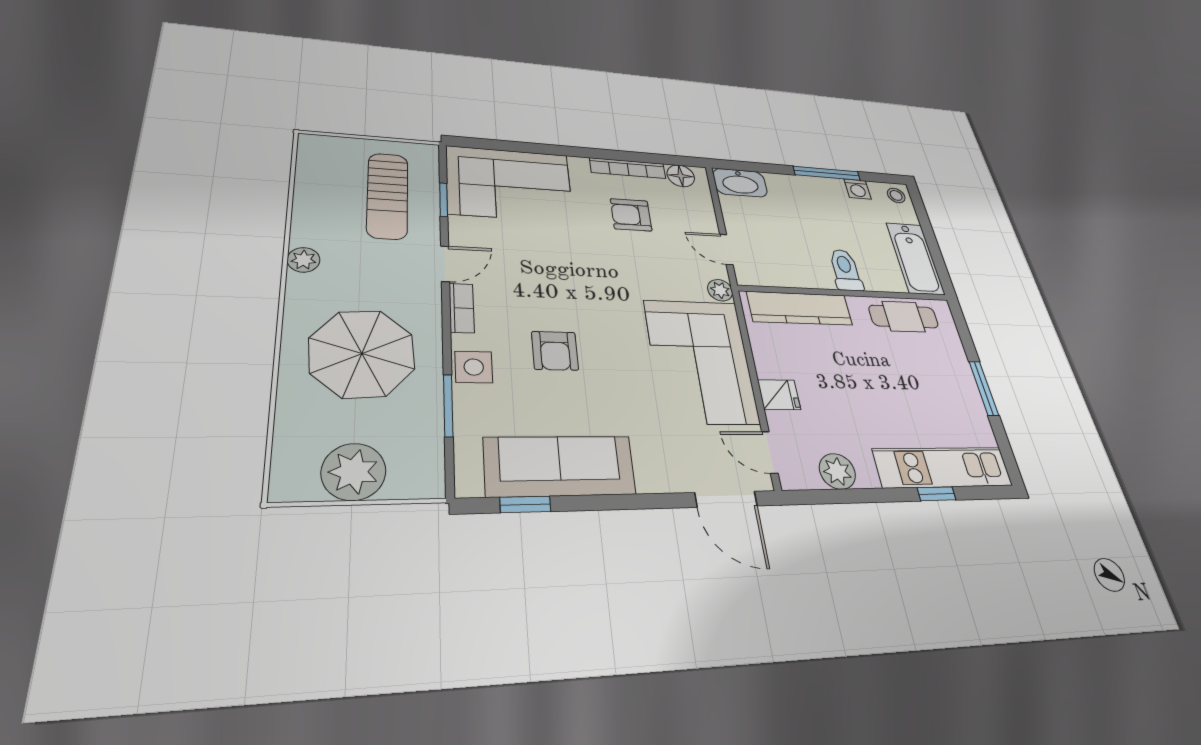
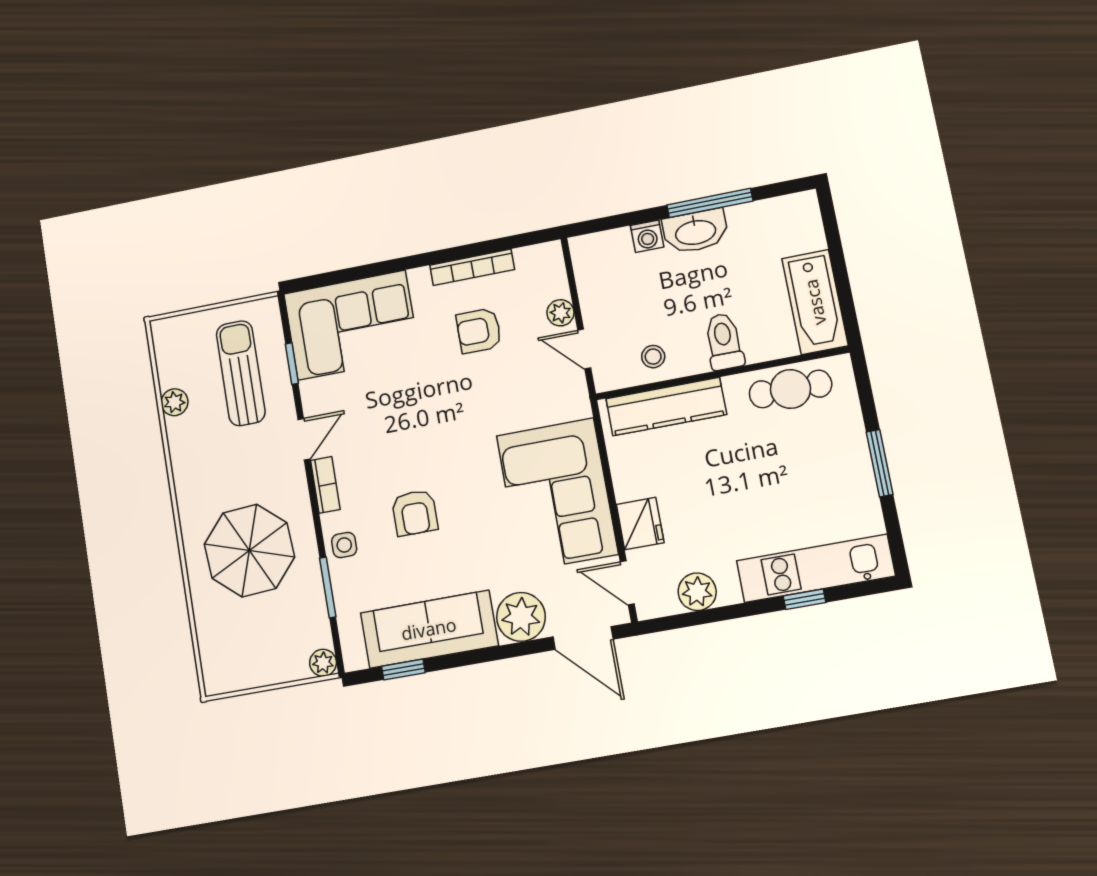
floor lamp: (681, 176) -> (532, 261), removed
washbasin: (740, 183) -> (695, 231), moved
washing machine: (857, 189) -> (647, 236), moved
stool: (896, 195) -> (653, 357), moved
sun lounger: (388, 196) -> (241, 373), turned 180
plant: (304, 260) -> (175, 402), moved
plant: (720, 290) -> (560, 313), moved
side table: (474, 367) -> (344, 545), width x0.73, depth x0.73
fridge: (779, 395) -> (640, 524), width x1.38
plant: (661, 468) -> (521, 617), added
plant: (354, 472) -> (323, 663), moved, width x0.53, depth x0.53

